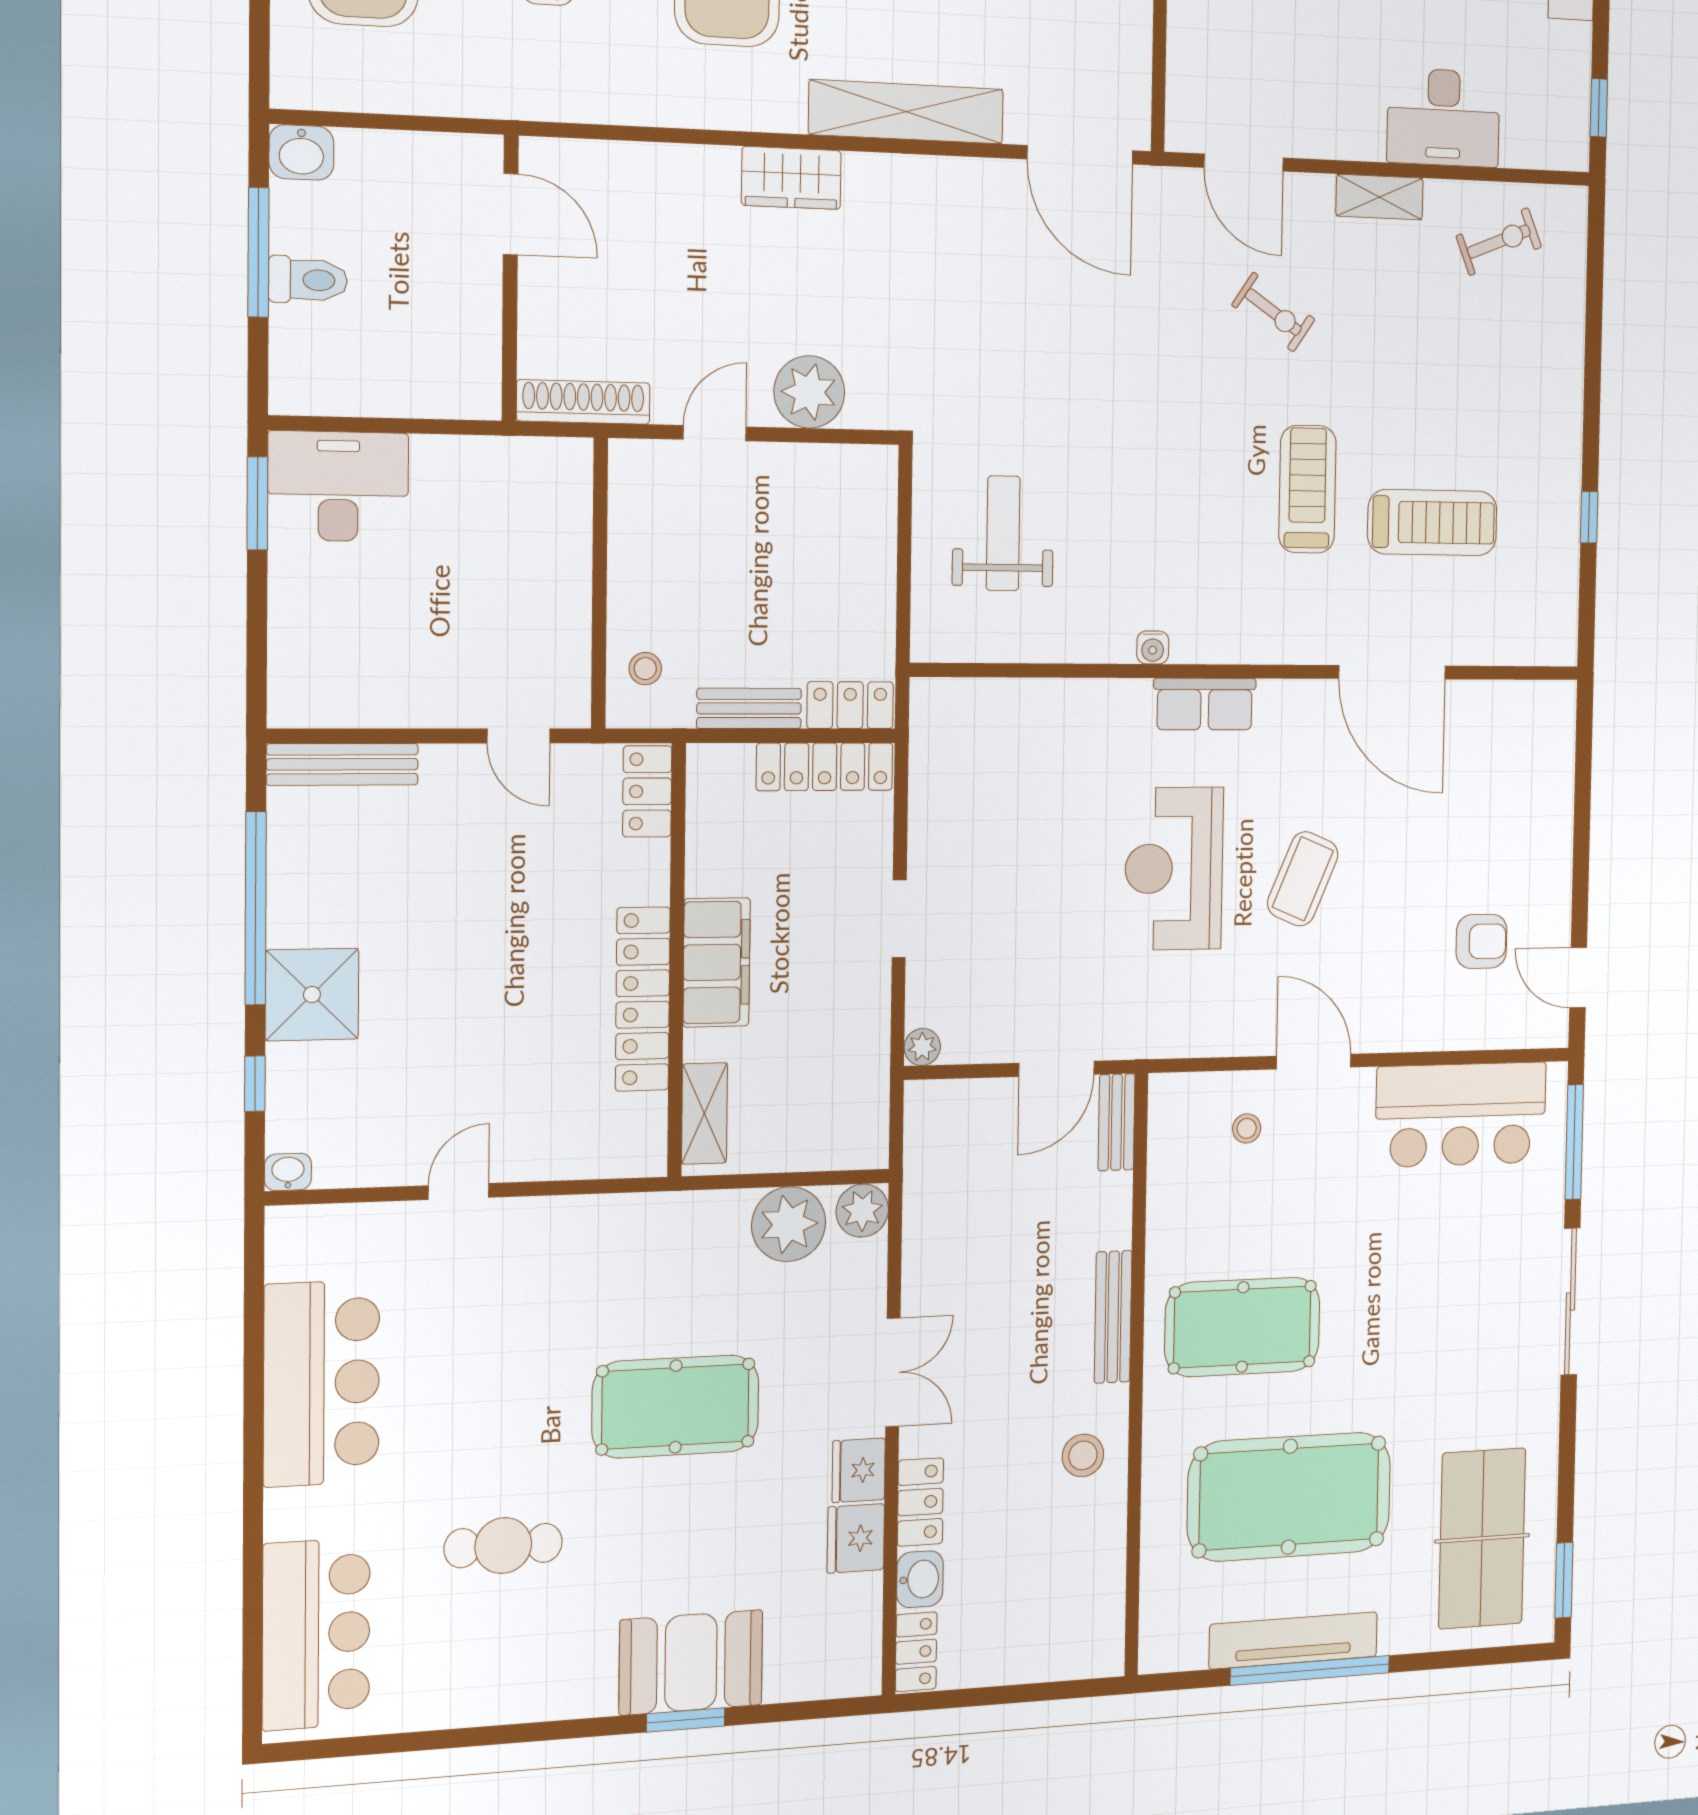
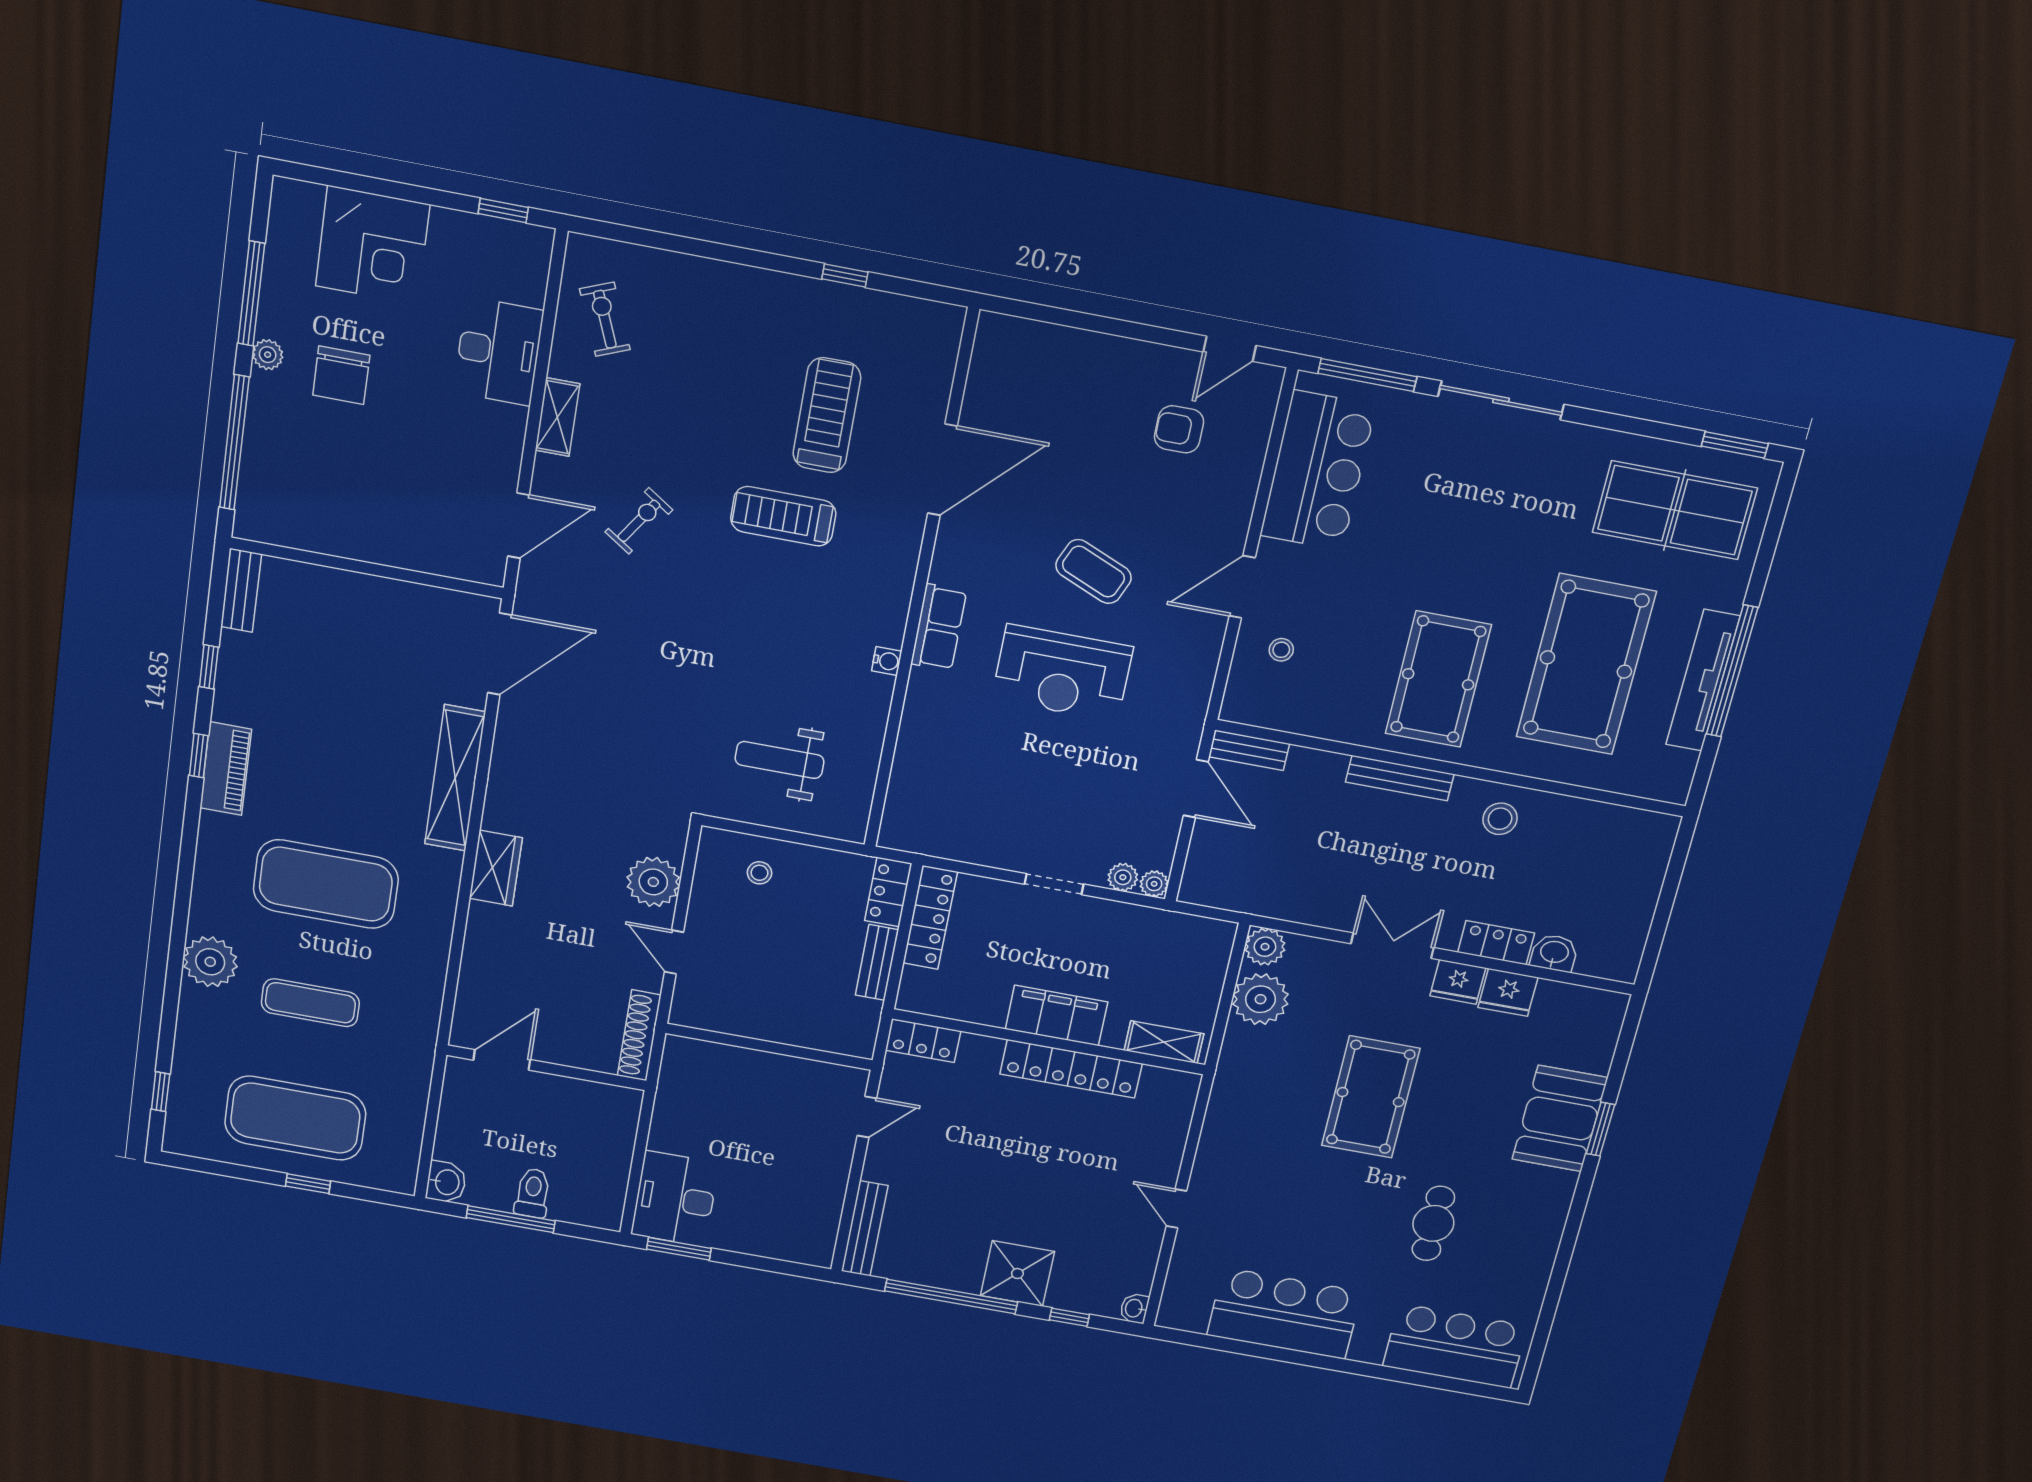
stool: (645, 669) -> (760, 873), moved
armchair: (1481, 941) -> (1179, 429), turned -90
plant: (924, 1005) -> (1123, 877), added
locker: (916, 1652) -> (1608, 965), removed

